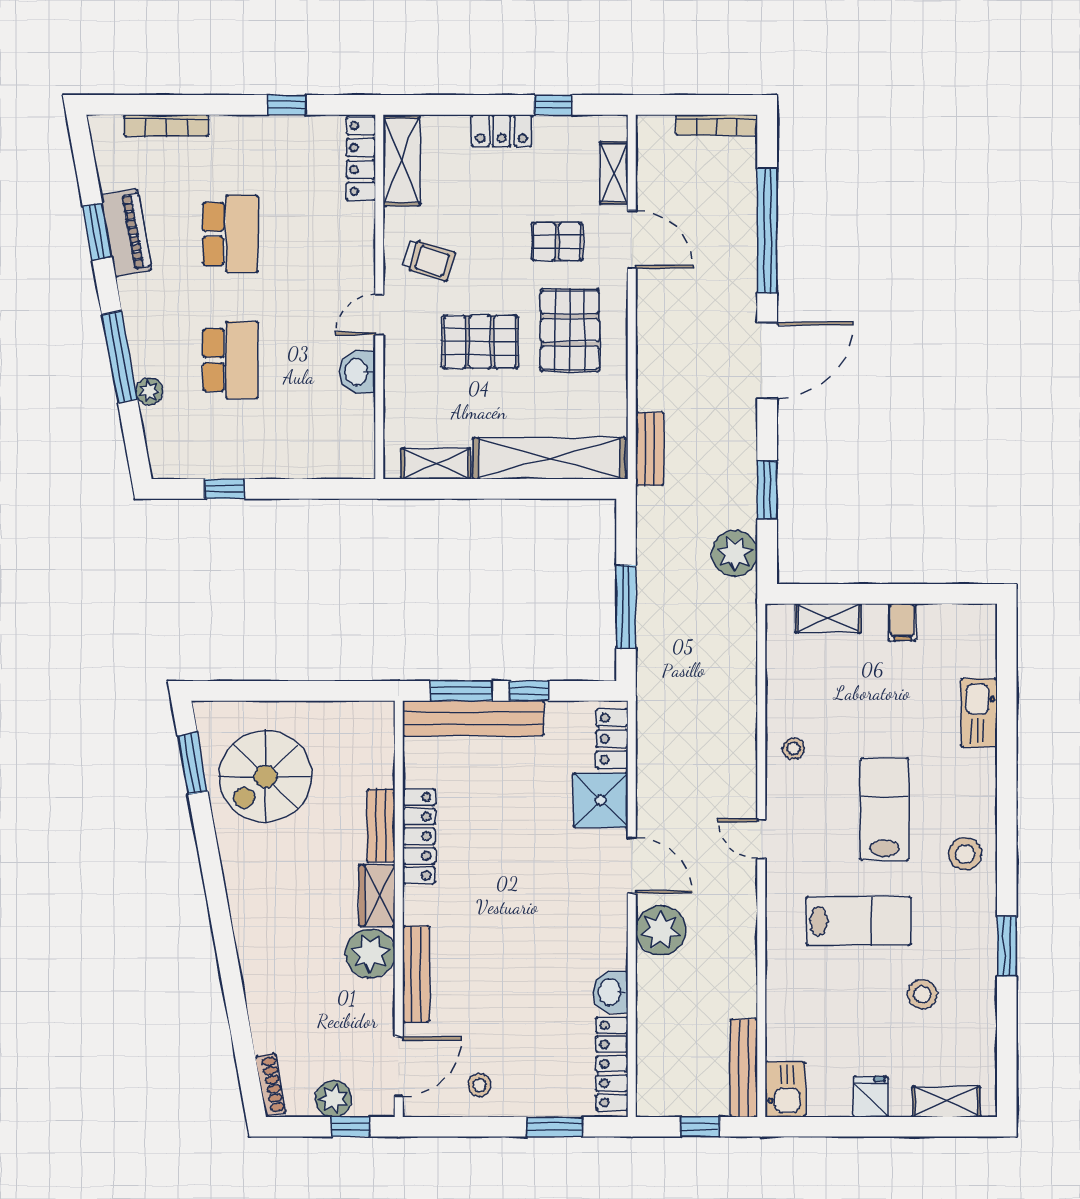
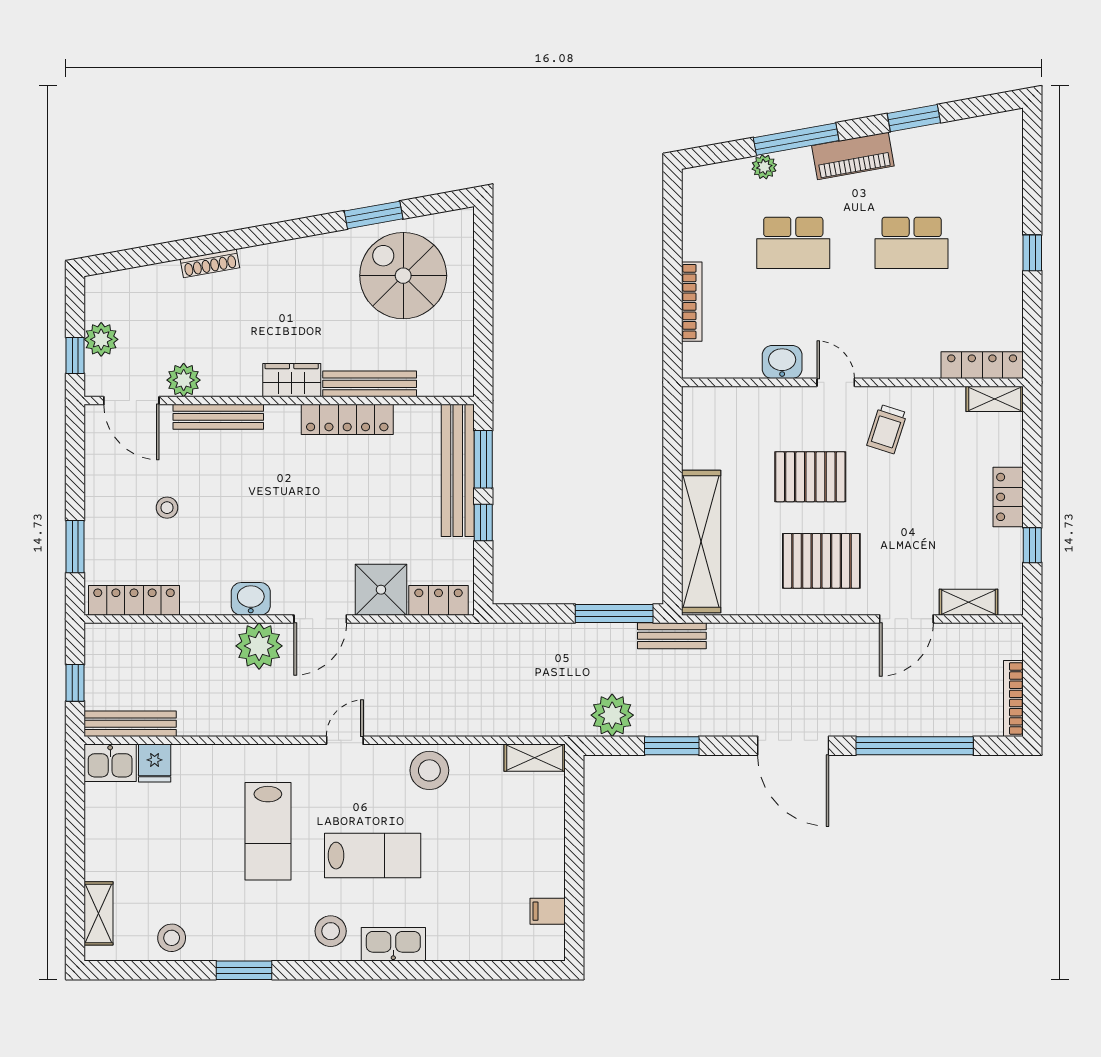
window: (287, 105) -> (1032, 253), moved
bookcase: (166, 125) -> (692, 302), moved, turned 180
shelving: (401, 160) -> (995, 399), width x0.67, depth x0.75
piano: (126, 233) -> (853, 156), moved
pallet: (557, 242) -> (904, 549), removed
pallet: (480, 342) -> (810, 477), turned 90
bench: (650, 449) -> (672, 636), moved
shelving: (436, 464) -> (696, 435), removed
window: (224, 489) -> (673, 237), removed
window: (626, 607) -> (614, 613), moved
shelving: (828, 618) -> (535, 758), moved, turned 90
filing cabinet: (902, 622) -> (548, 911), moved
kitchen sink: (979, 713) -> (393, 944), moved
stool: (794, 749) -> (429, 770), width x1.89, depth x1.89
window: (193, 763) -> (374, 215), moved
bench: (381, 826) -> (370, 384), width x1.36
plant: (370, 954) -> (184, 380), moved, width x0.73, depth x0.73
washbasin: (610, 992) -> (251, 599), moved
stool: (922, 994) -> (172, 938), moved
shoe rack: (271, 1085) -> (210, 263), moved
stool: (479, 1085) -> (167, 508), moved
fridge: (871, 1097) -> (155, 763), moved, turned 90

